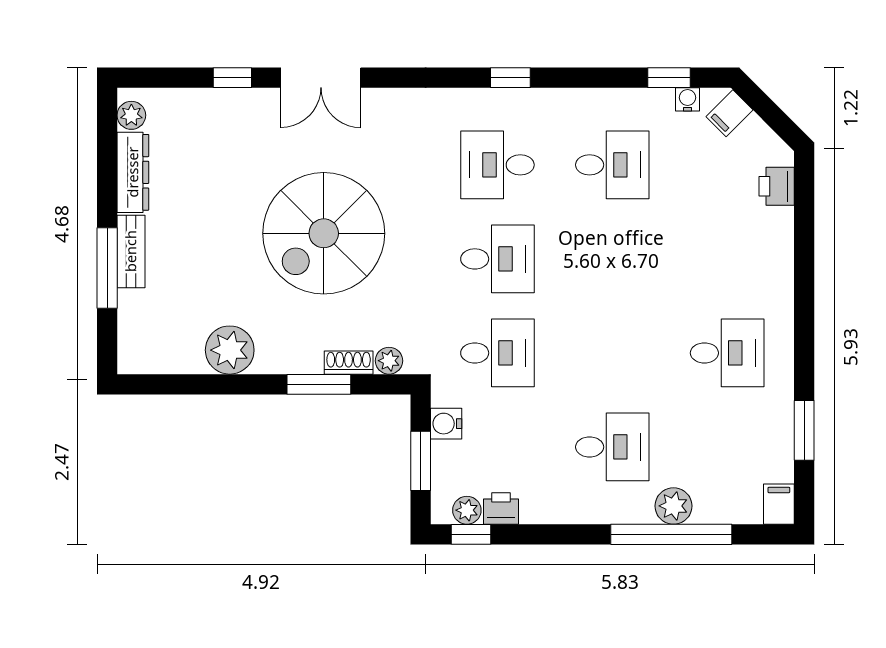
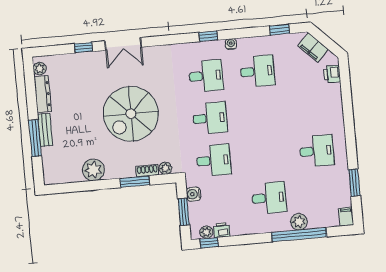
water cooler: (688, 99) -> (231, 44), moved
filing cabinet: (729, 113) -> (313, 47), width x2.00
desk: (497, 165) -> (206, 76), turned 180

